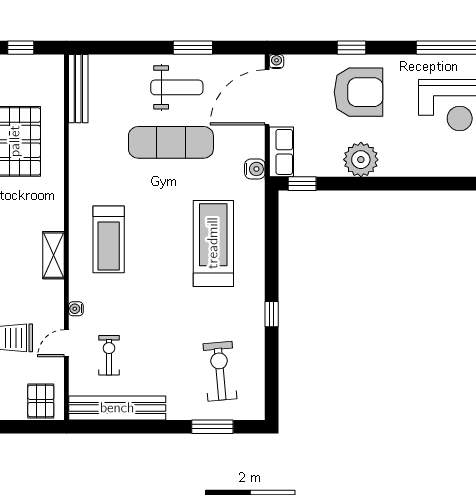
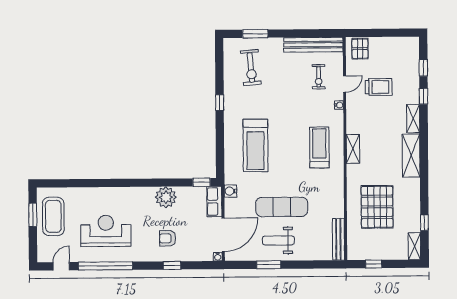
armchair: (359, 92) -> (168, 238), width x0.53, depth x0.53
shelving: (54, 255) -> (353, 149), moved

